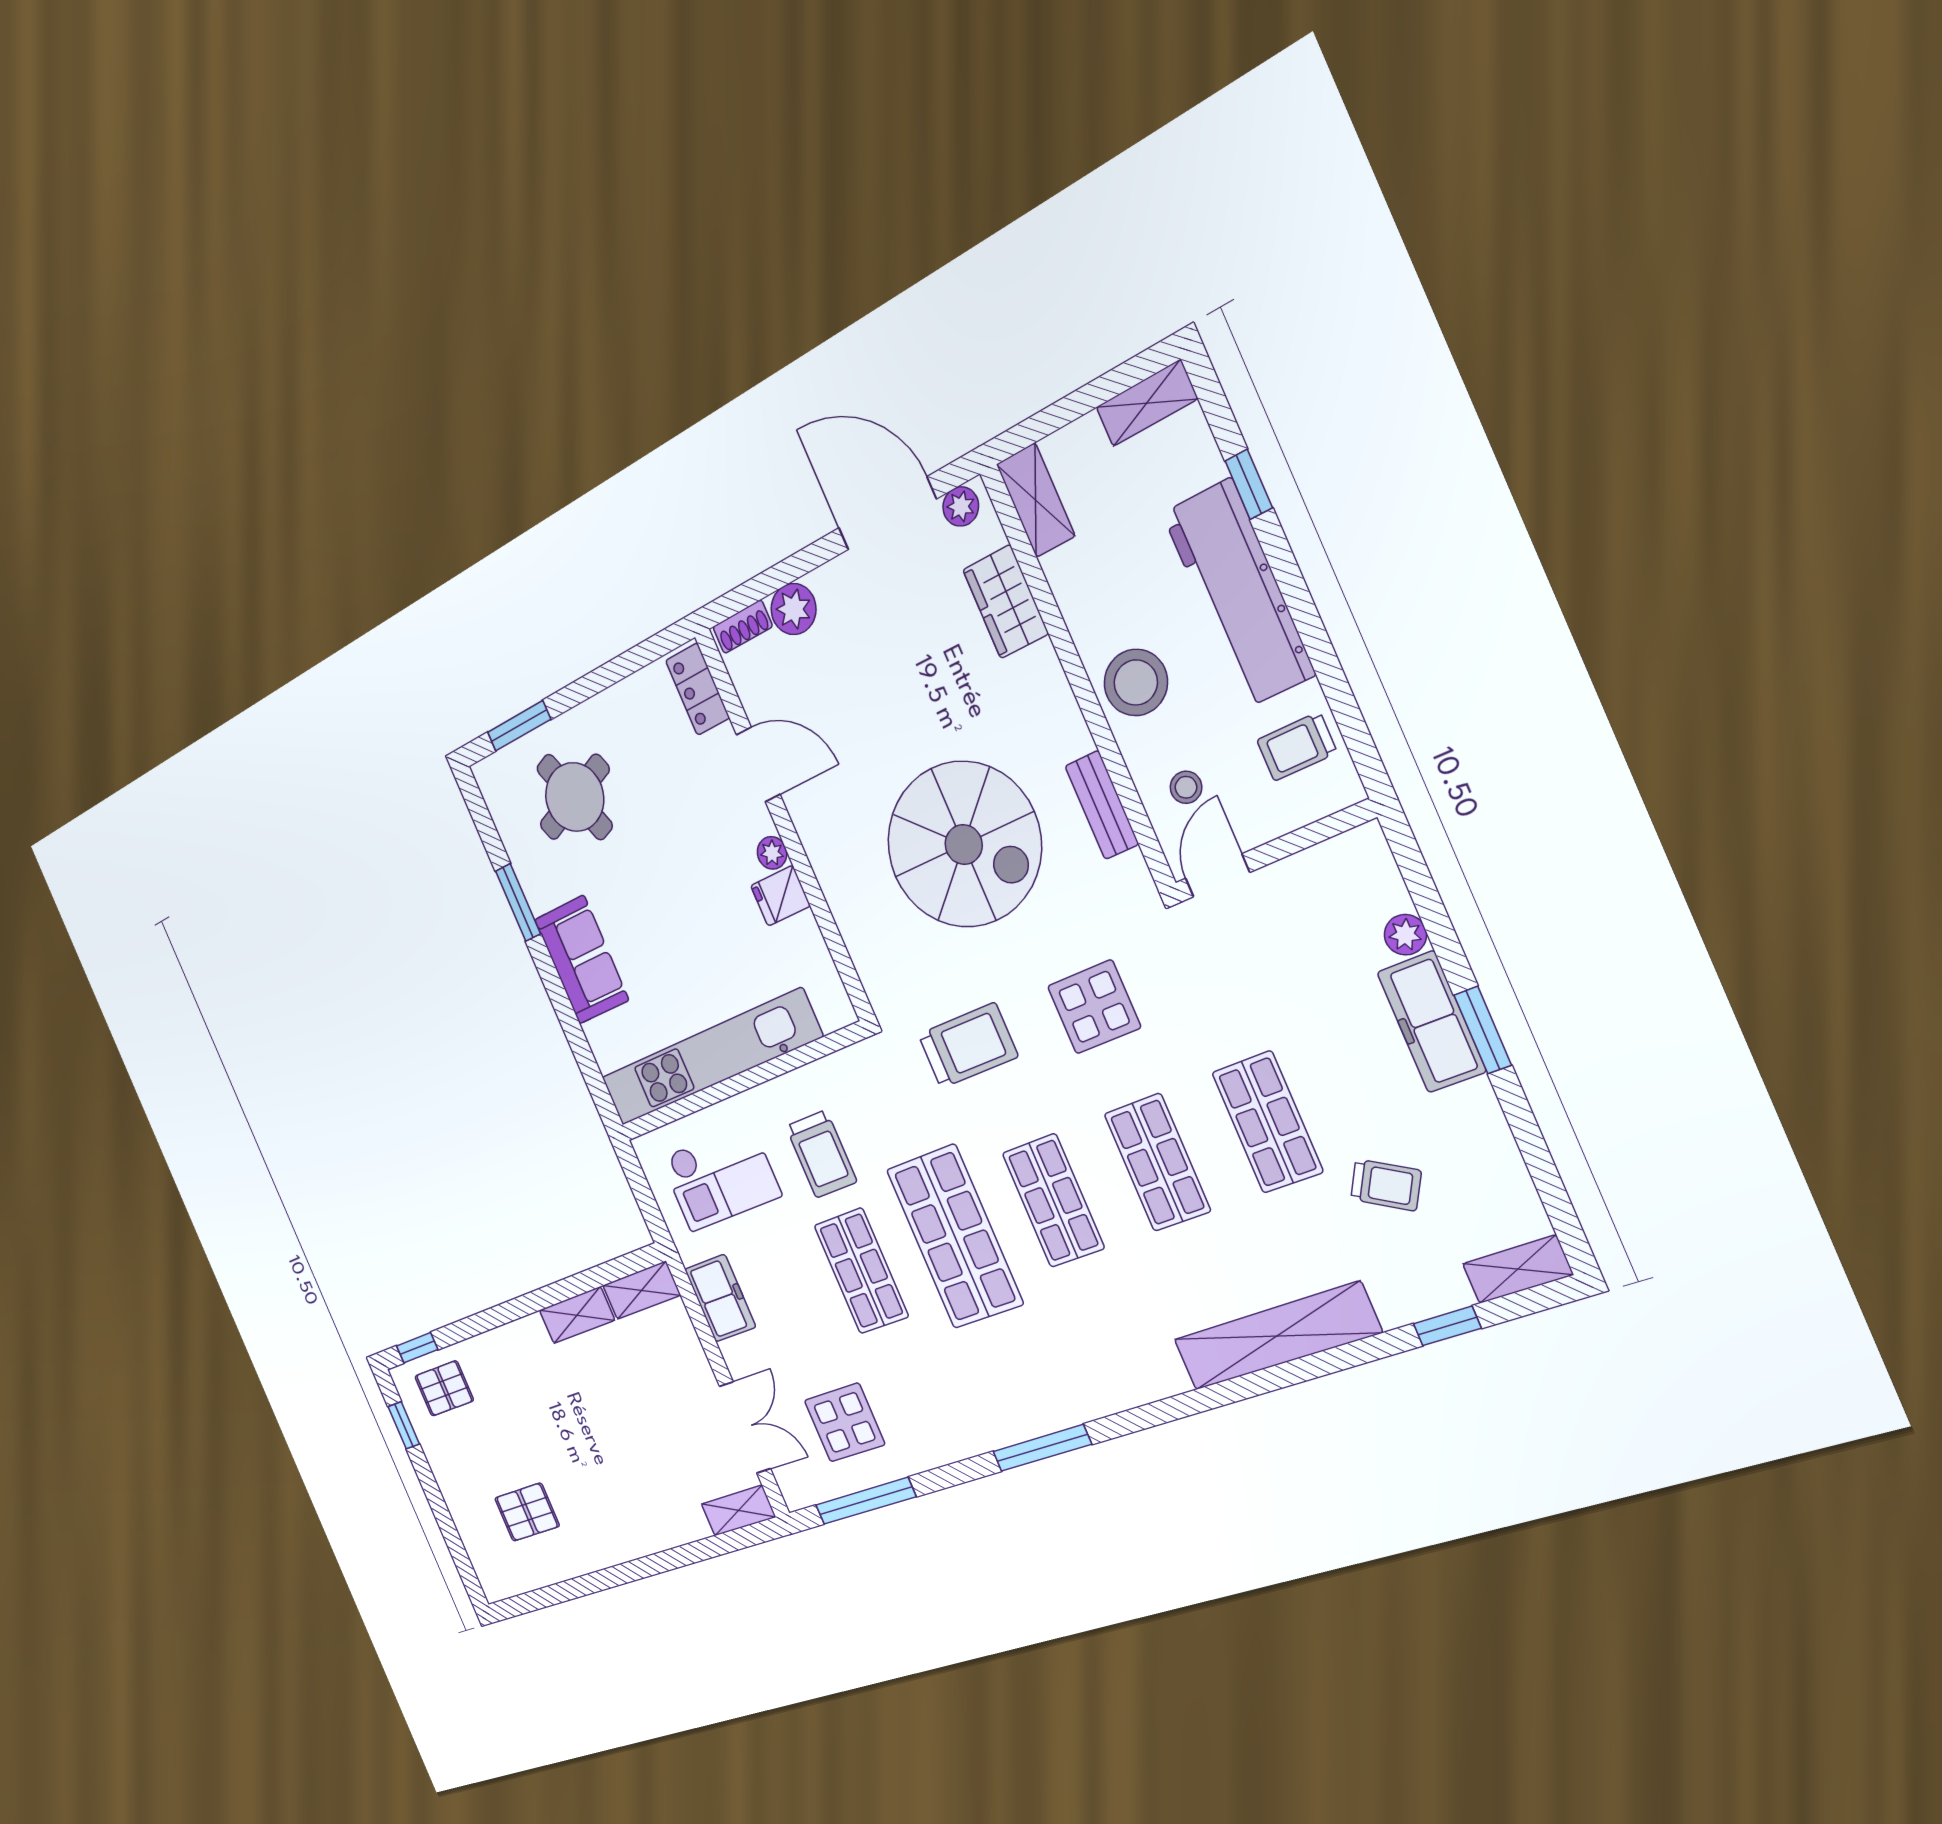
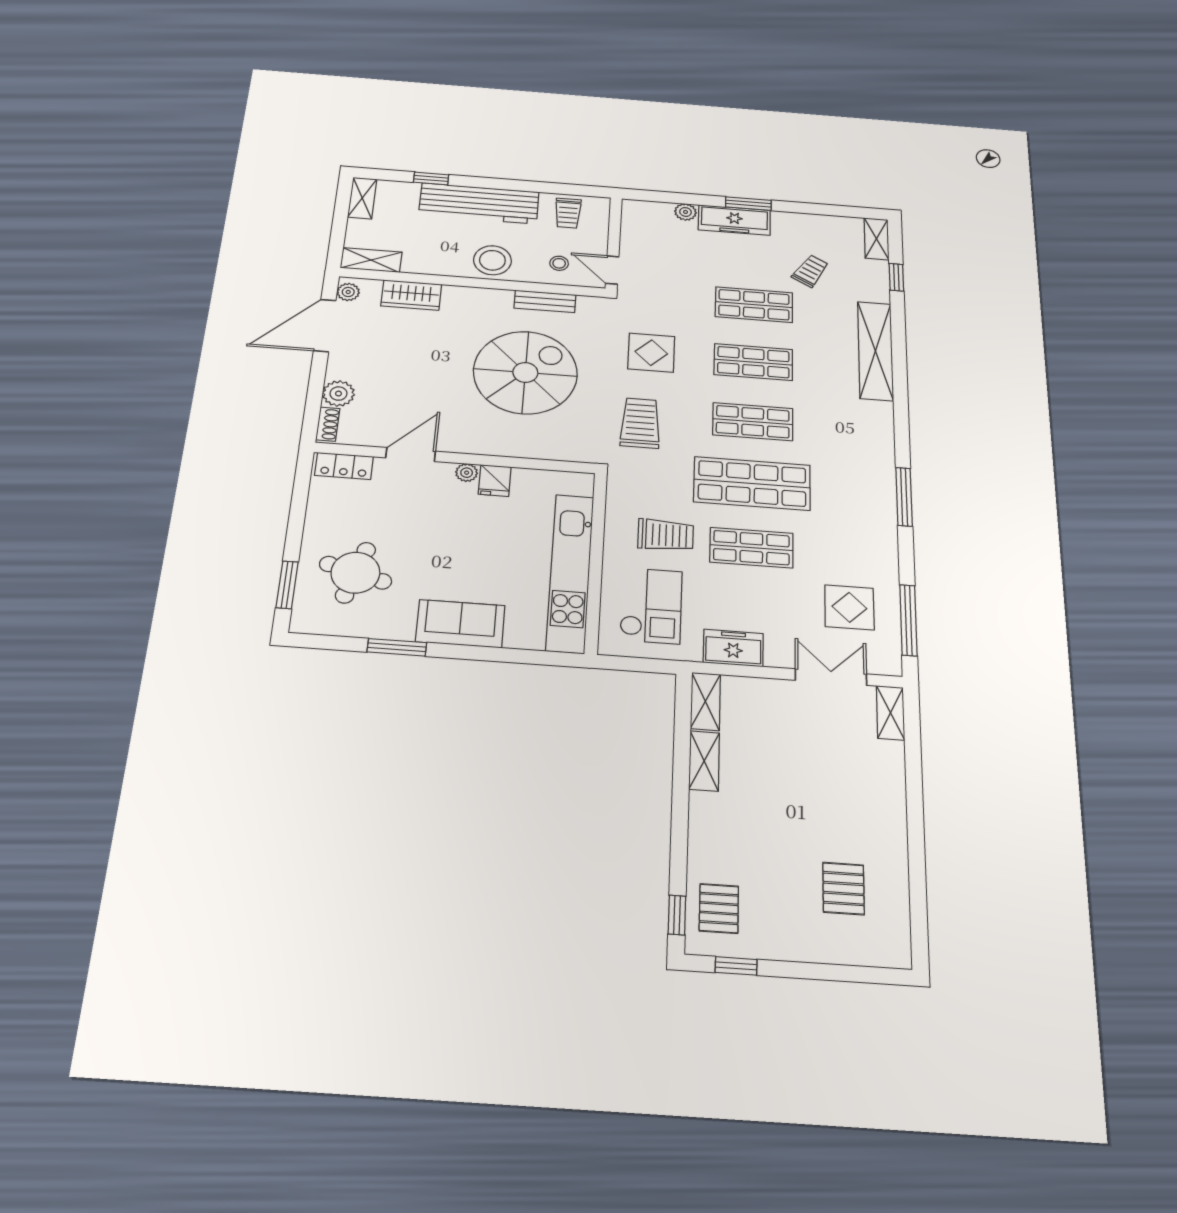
round table: (575, 797) -> (355, 573), turned 37

